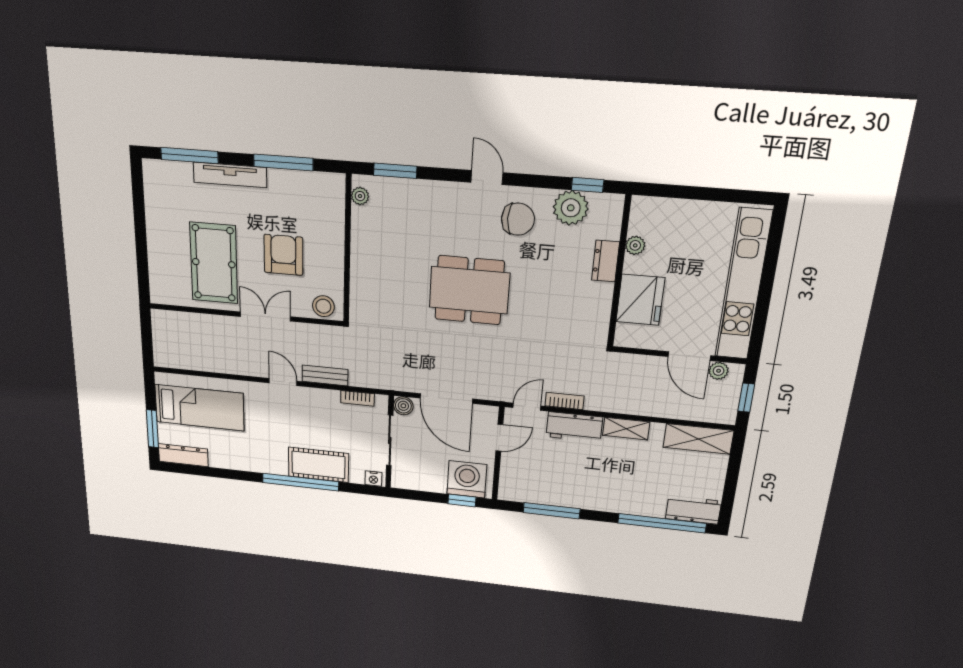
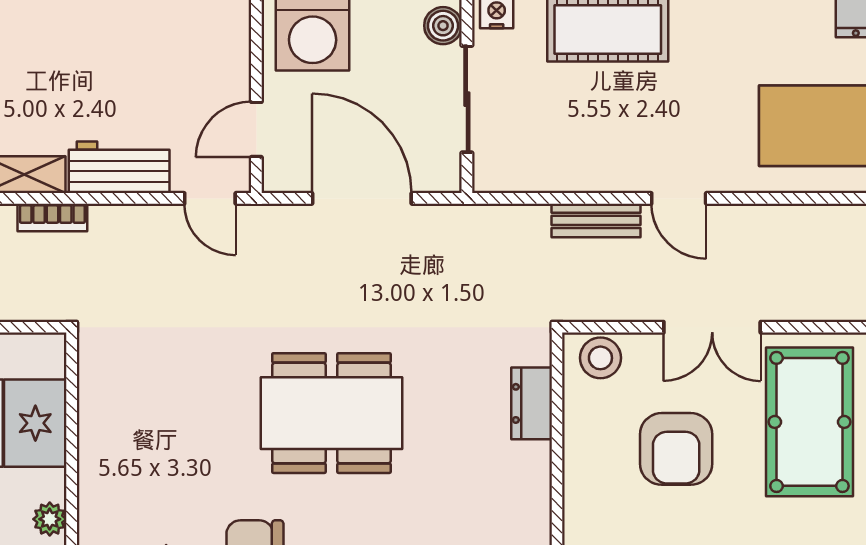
dresser: (605, 261) -> (532, 403), moved, turned 180
bookcase: (357, 398) -> (532, 180), removed
bookcase: (565, 401) -> (52, 217), moved
boiler: (403, 406) -> (443, 26), moved
door: (527, 407) -> (210, 198), hinge flipped

